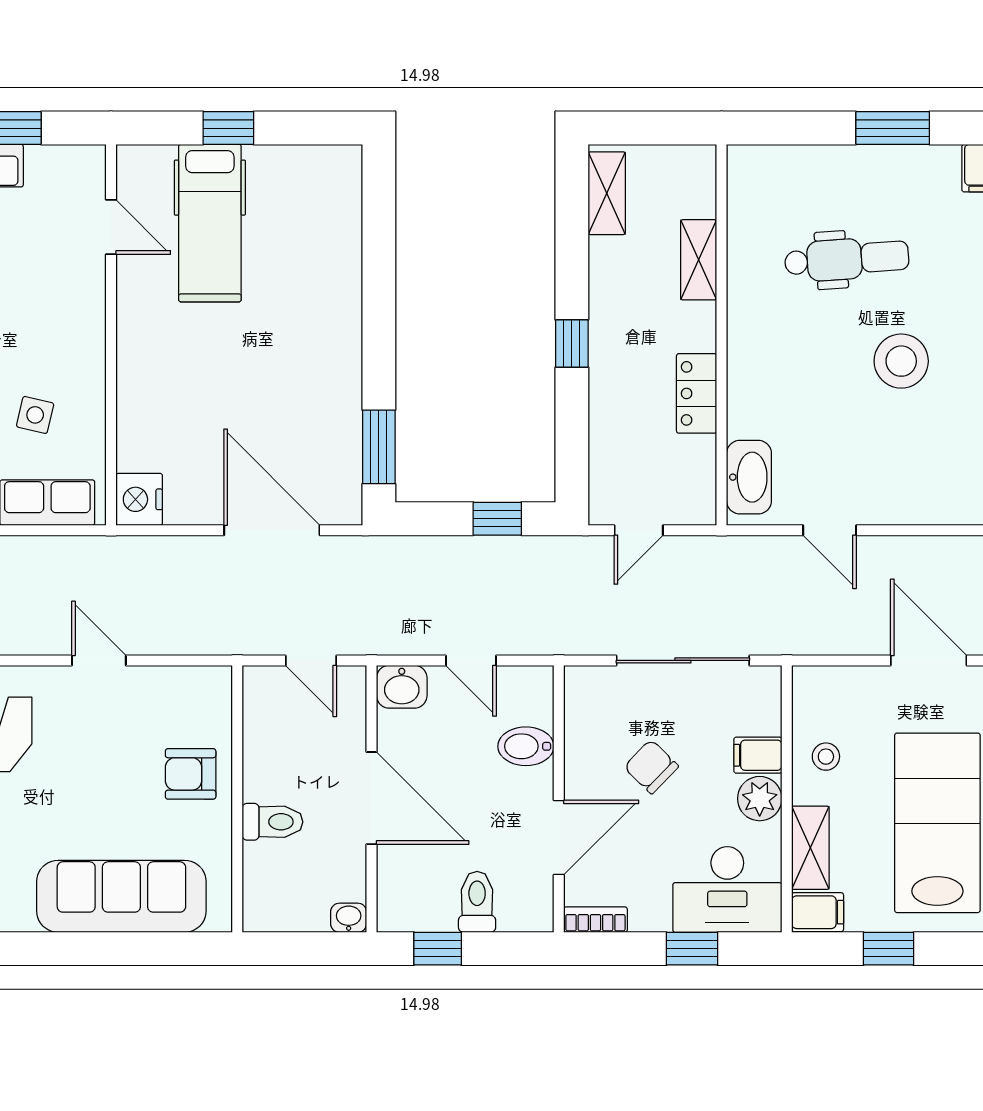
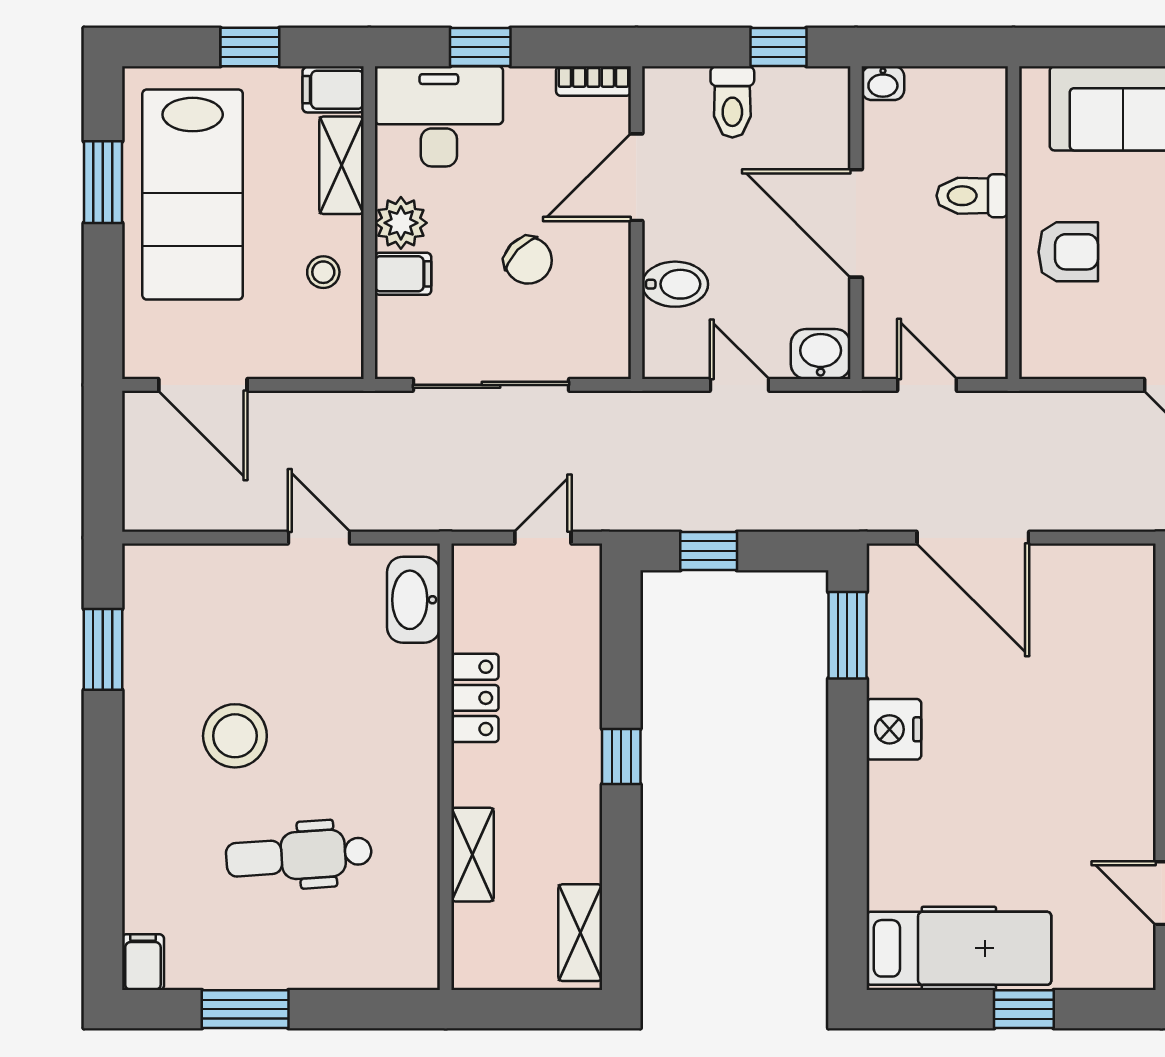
hospital bed: (210, 223) -> (959, 948), moved, turned 90
nightstand: (139, 499) -> (894, 729), moved, turned 180

